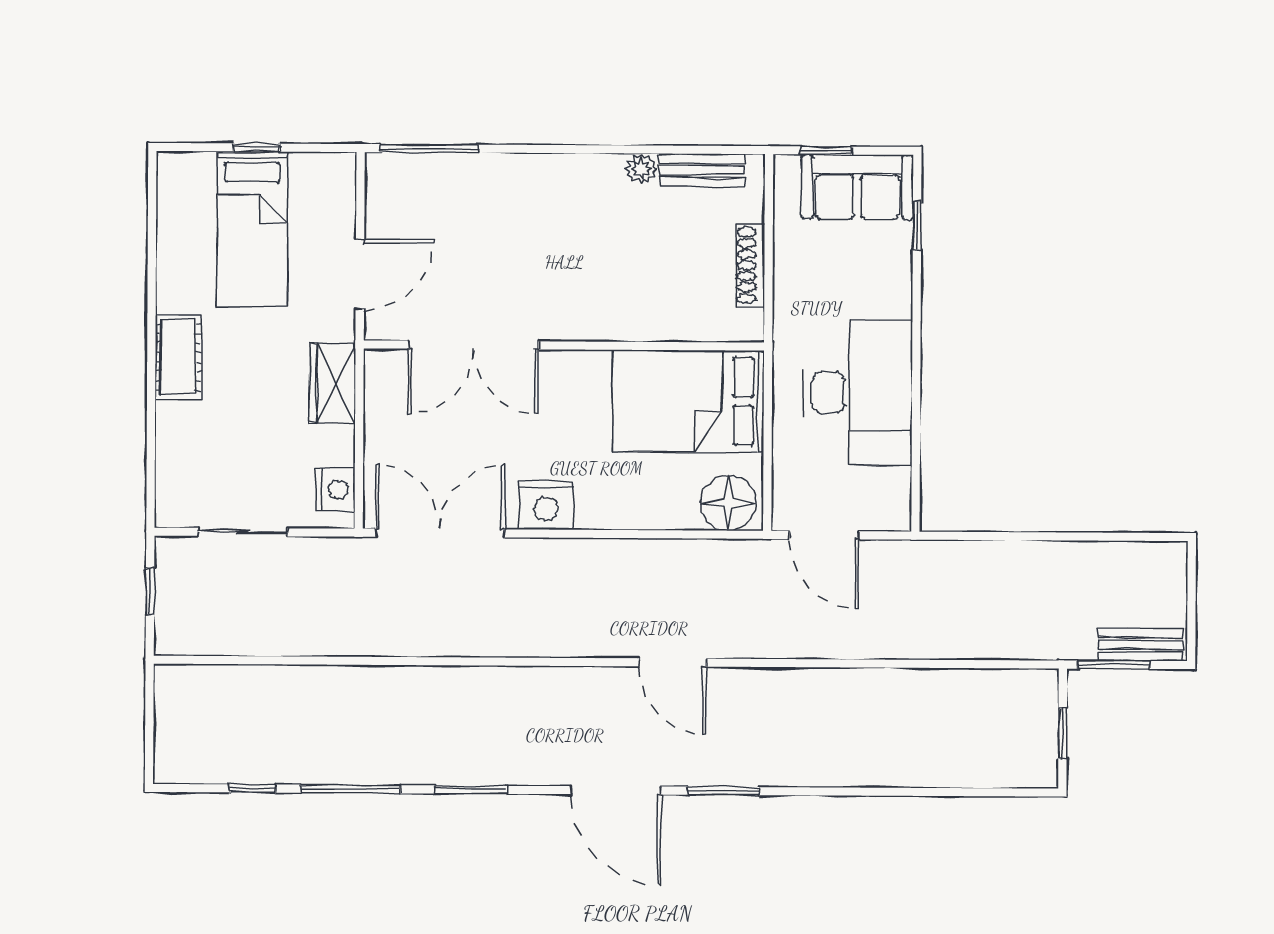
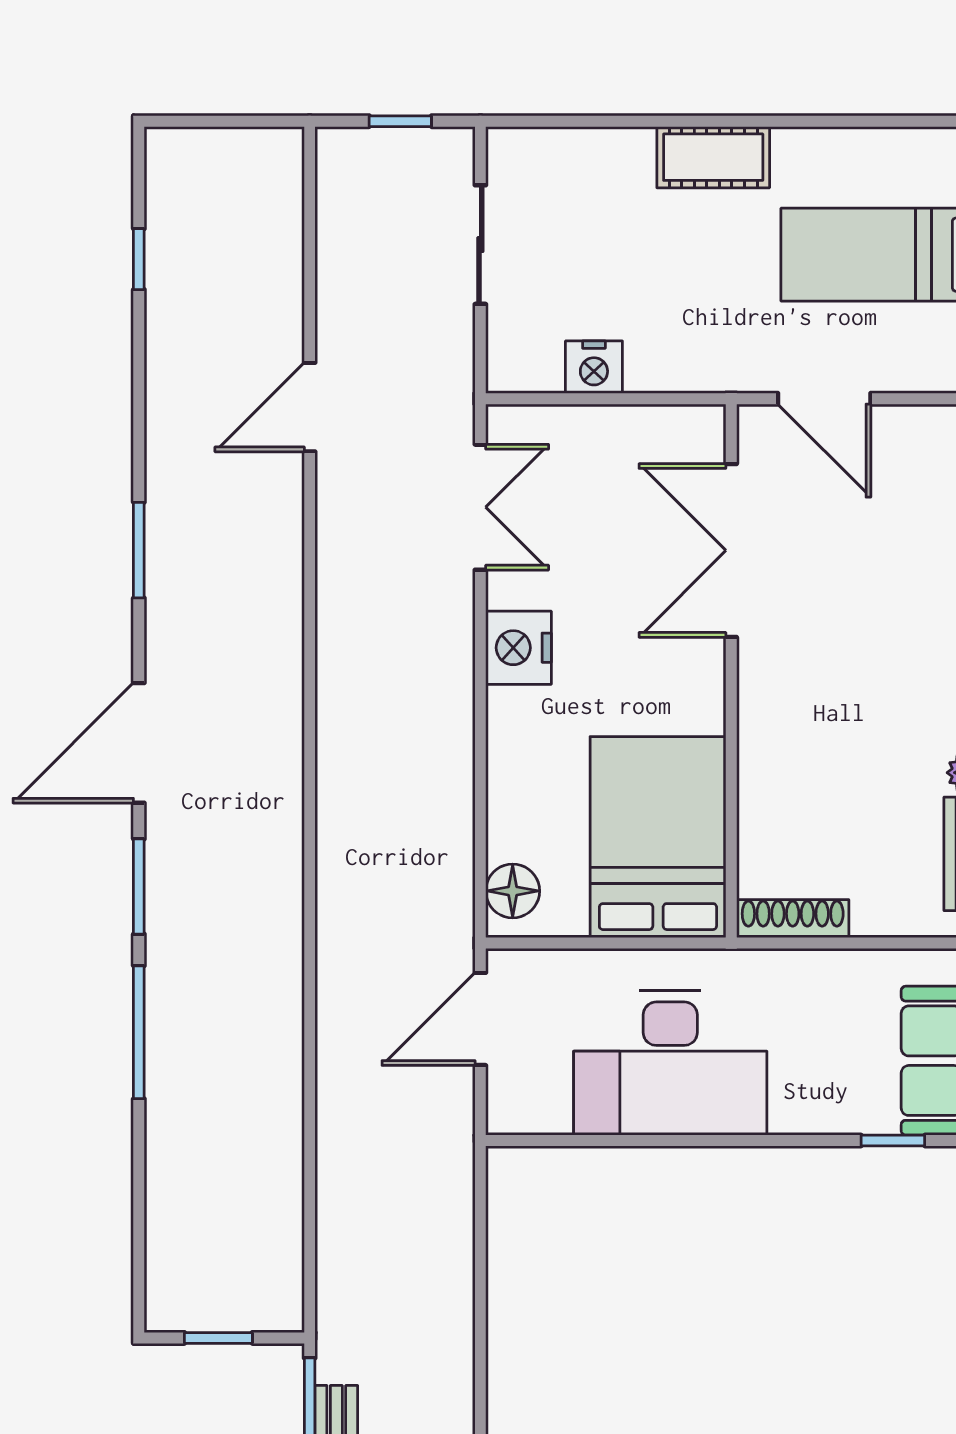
shoe rack: (750, 265) -> (793, 919), moved
wardrobe: (332, 383) -> (680, 363), removed
nightstand: (335, 490) -> (594, 367), moved
floor lamp: (728, 503) -> (513, 891), width x0.73, depth x0.73
double door: (440, 533) -> (480, 507), width x0.73
door: (673, 662) -> (310, 407), moved
window: (350, 789) -> (139, 1032), moved

